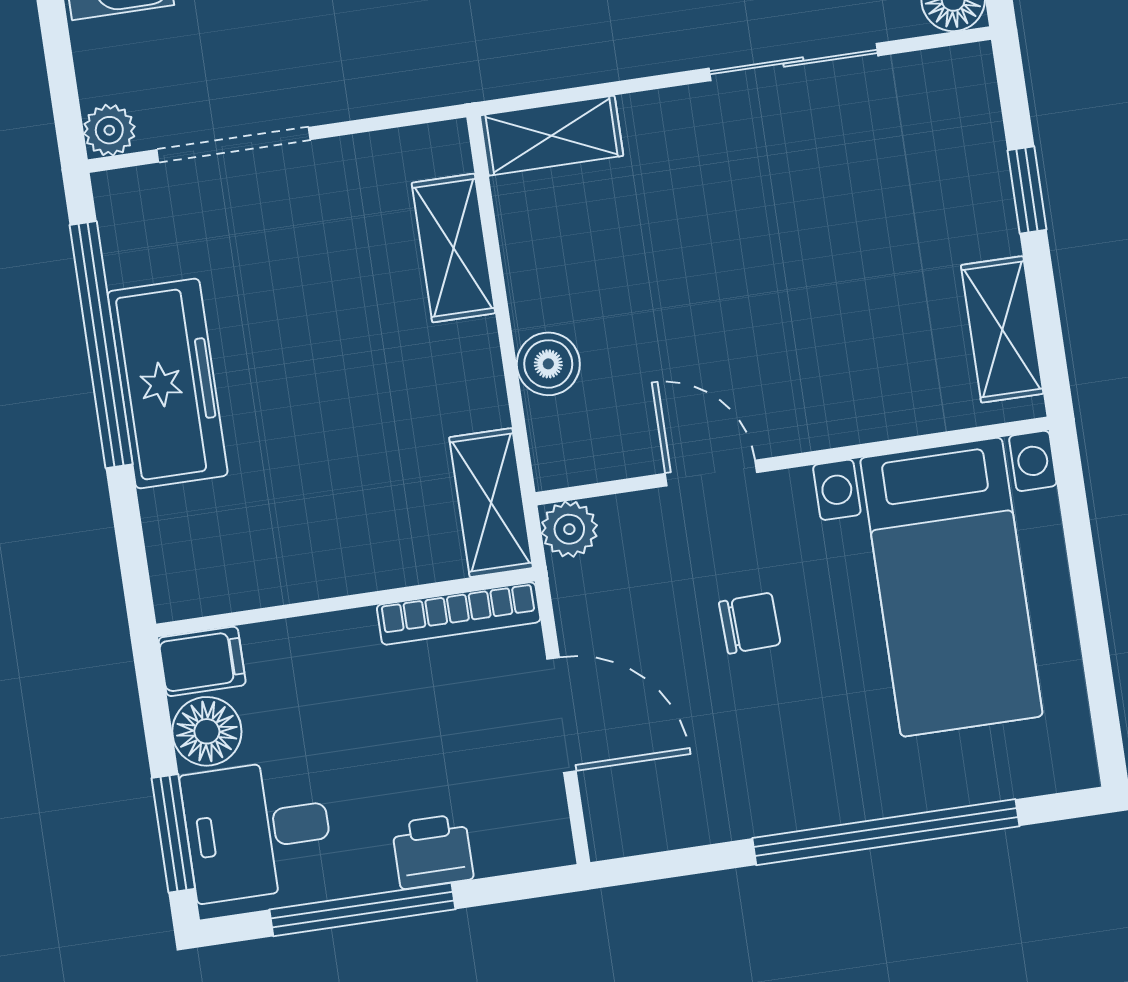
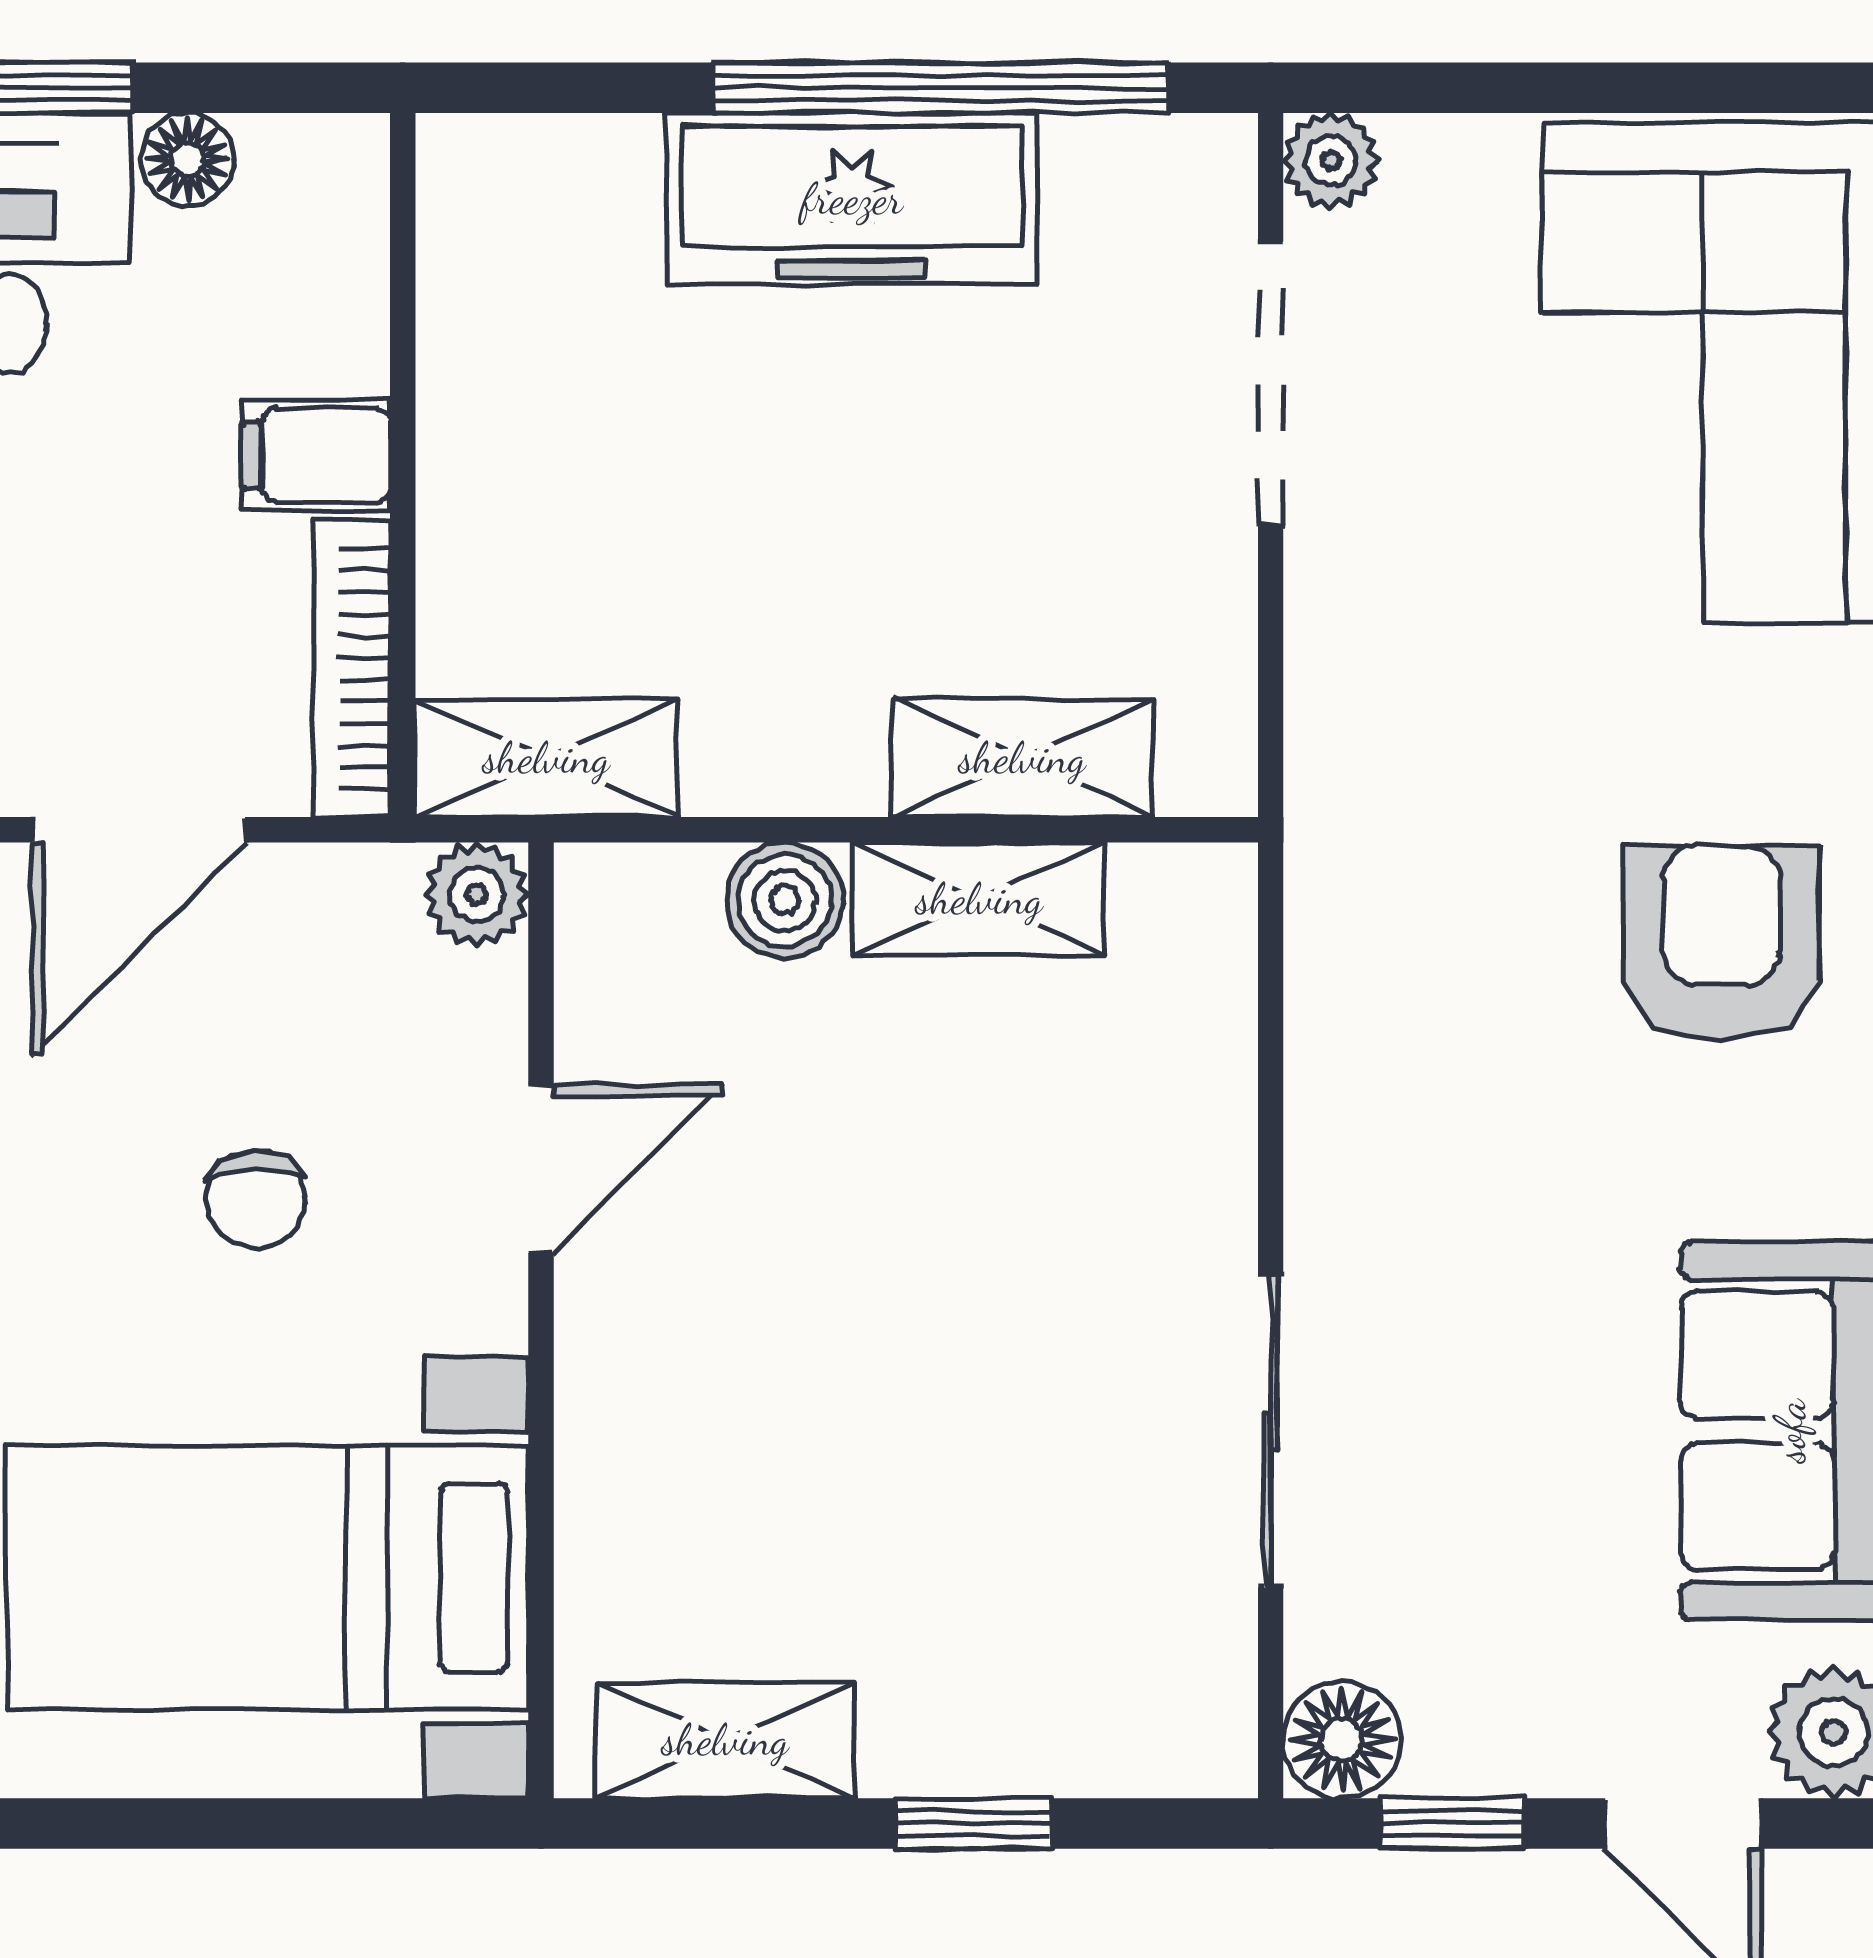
shelving: (552, 136) -> (979, 899), moved, turned 90
filing cabinet: (202, 661) -> (316, 455), moved, turned 90
floor lamp: (207, 731) -> (187, 159), width x0.73, depth x0.73

